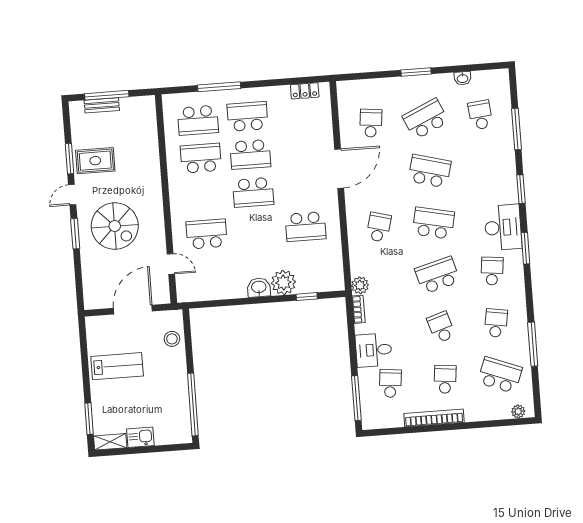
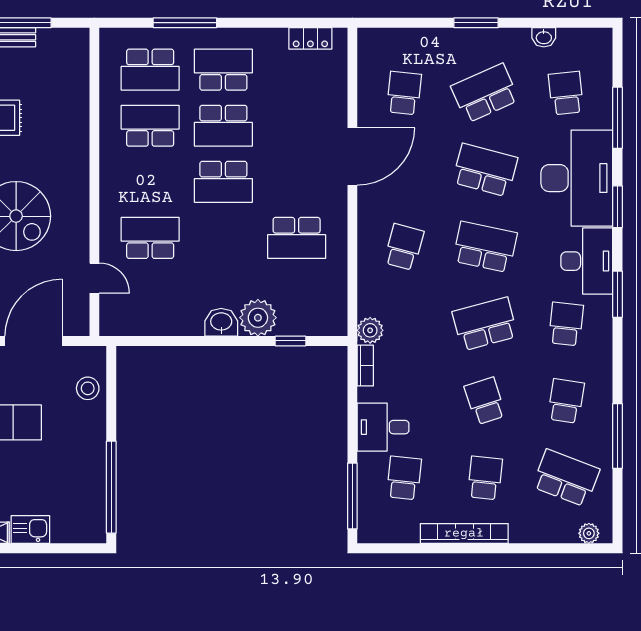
desk: (492, 172) -> (577, 178), added

